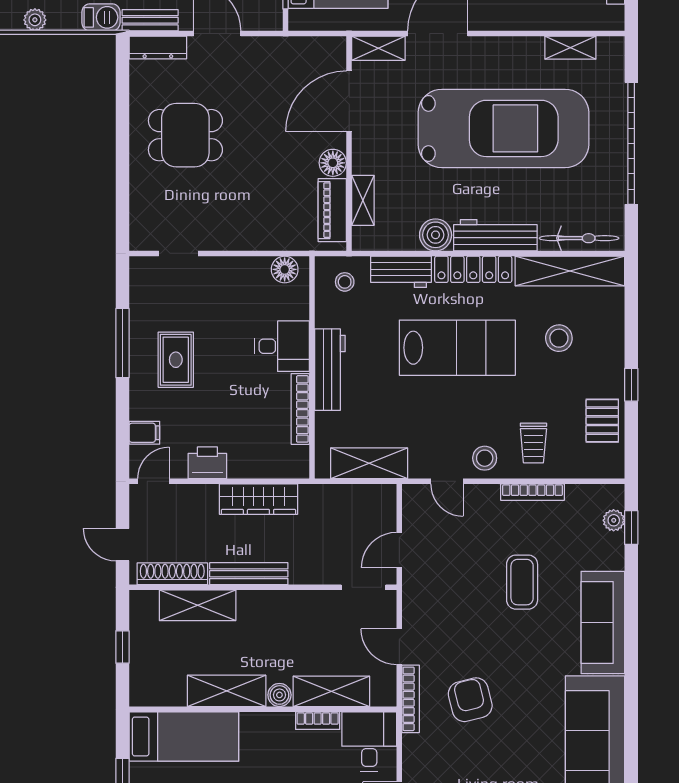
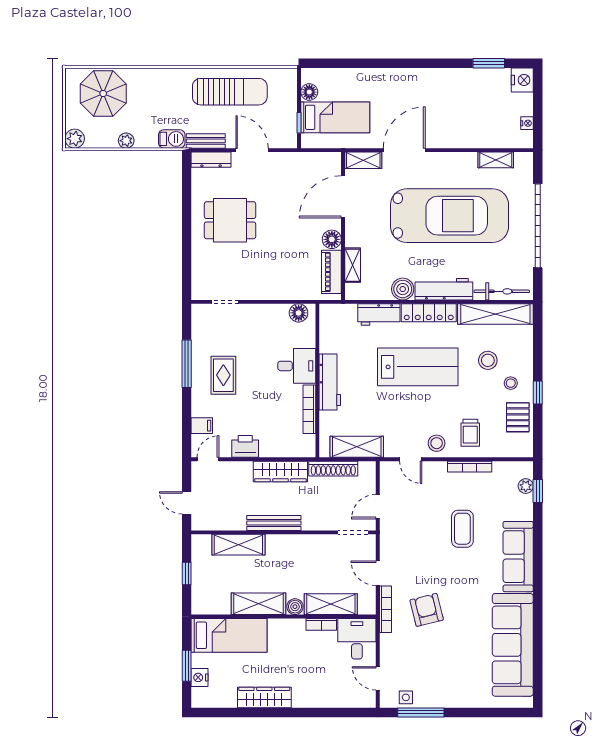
stool: (345, 282) -> (511, 383), moved
shoe rack: (172, 574) -> (333, 469), moved, turned 180

